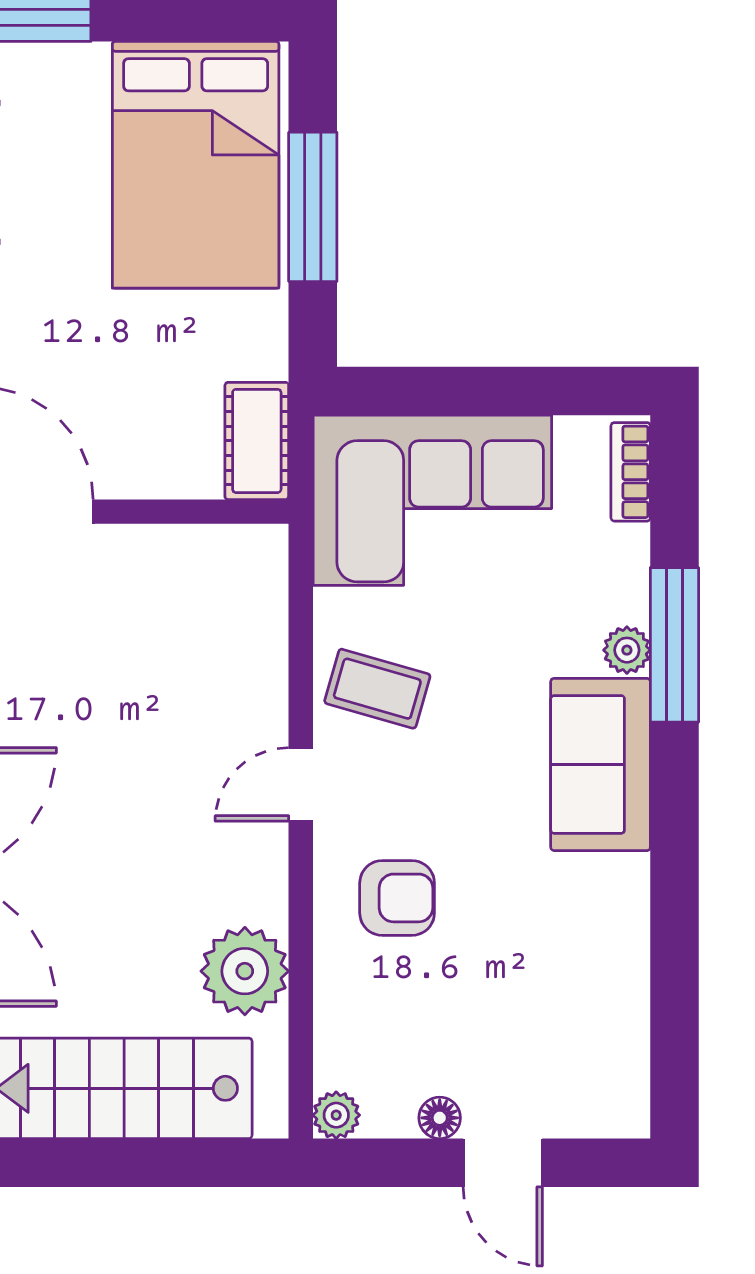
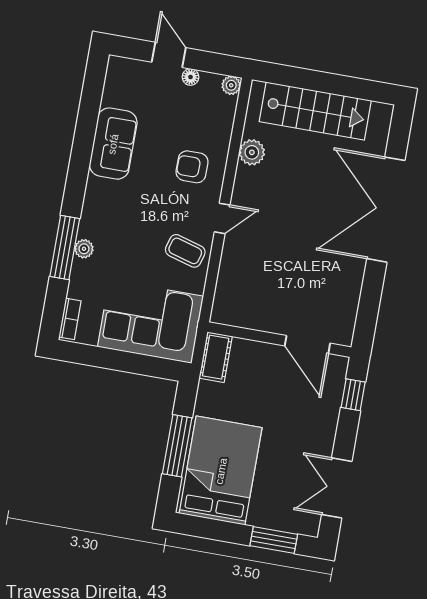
sofa: (601, 764) -> (113, 144), moved
plant: (245, 971) -> (252, 152), width x0.73, depth x0.73

